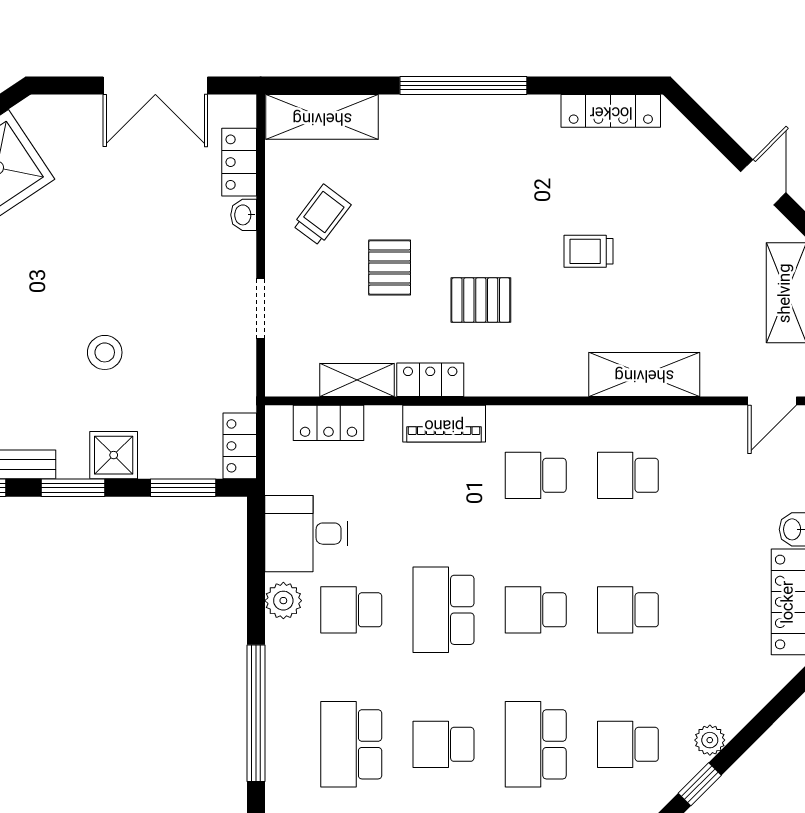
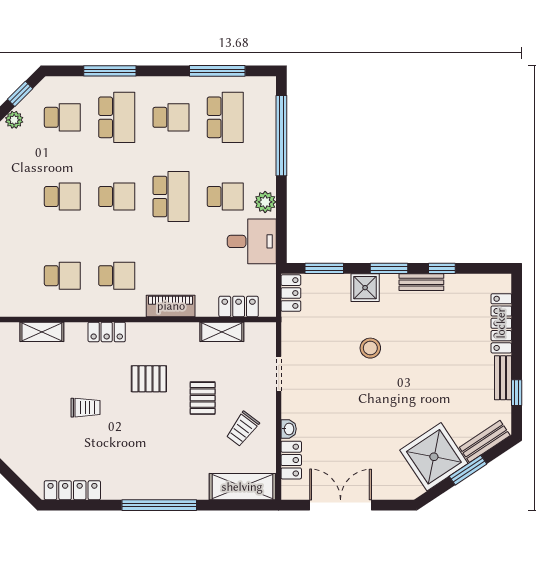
shelving: (644, 374) -> (42, 332), width x0.67, depth x0.75
locker: (430, 380) -> (107, 332), moved

